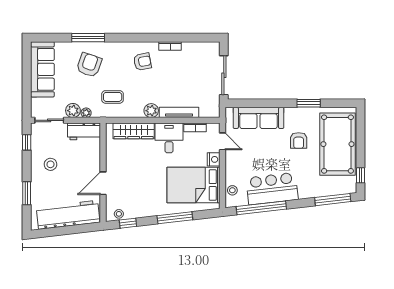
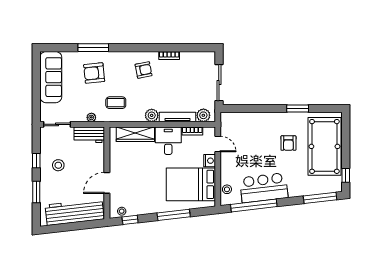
armchair: (89, 65) -> (94, 73), turned -115
plant: (73, 111) -> (203, 115), moved
sofa: (258, 118) -> (251, 122), removed
window: (27, 142) -> (36, 161), moved

